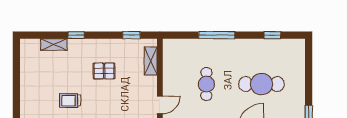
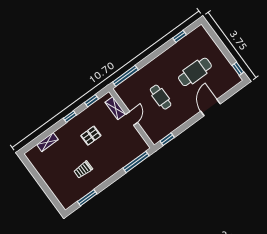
window: (76, 35) -> (70, 117), moved
window: (217, 35) -> (125, 76), moved
door: (160, 105) -> (132, 118), moved

